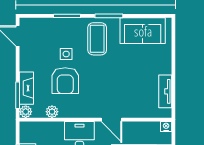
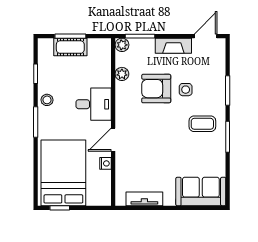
sofa: (143, 31) -> (201, 191), moved, turned 90
coffee table: (97, 39) -> (202, 124), width x0.73, depth x0.77
fireplace: (26, 88) -> (173, 46), moved
nightstand: (166, 127) -> (106, 163), moved

